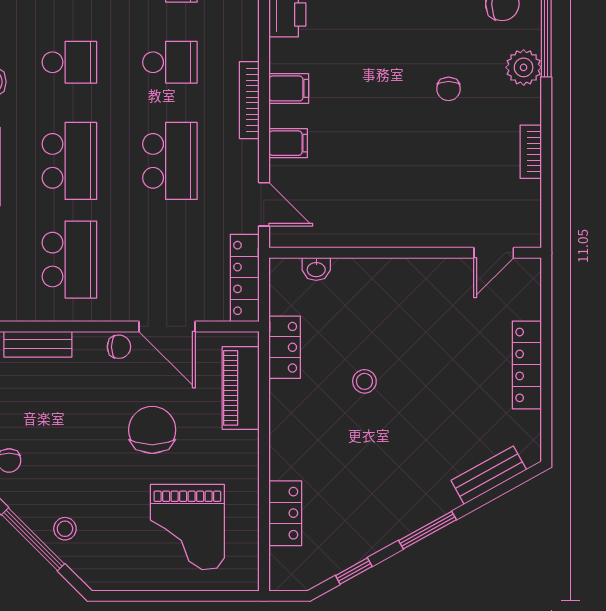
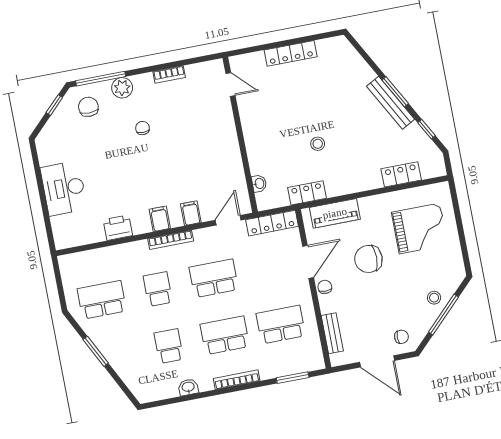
chair: (449, 89) -> (143, 128), turned -90
bench: (489, 475) -> (391, 103), moved, width x1.36

